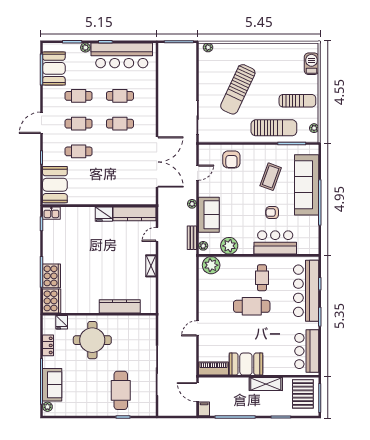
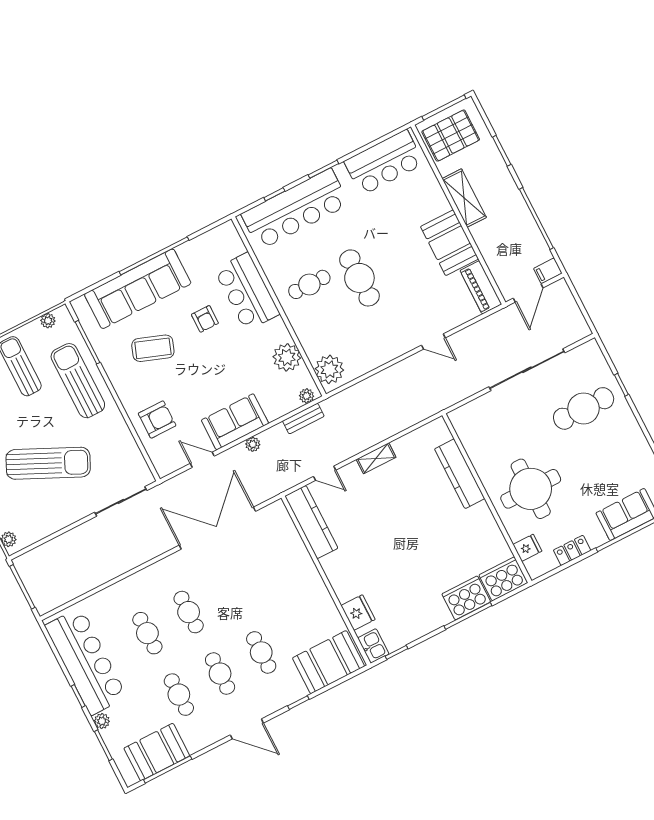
fridge: (104, 214) -> (358, 613), moved
sofa: (209, 215) -> (235, 422), moved

